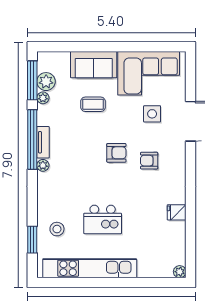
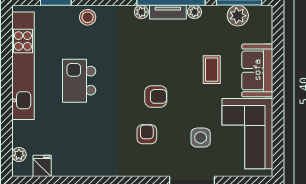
plant: (43, 98) -> (195, 12), moved
armchair: (116, 153) -> (156, 96), turned -90
fridge: (177, 212) -> (42, 166), moved
stool: (57, 229) -> (88, 17), moved
plant: (180, 272) -> (19, 155), moved

